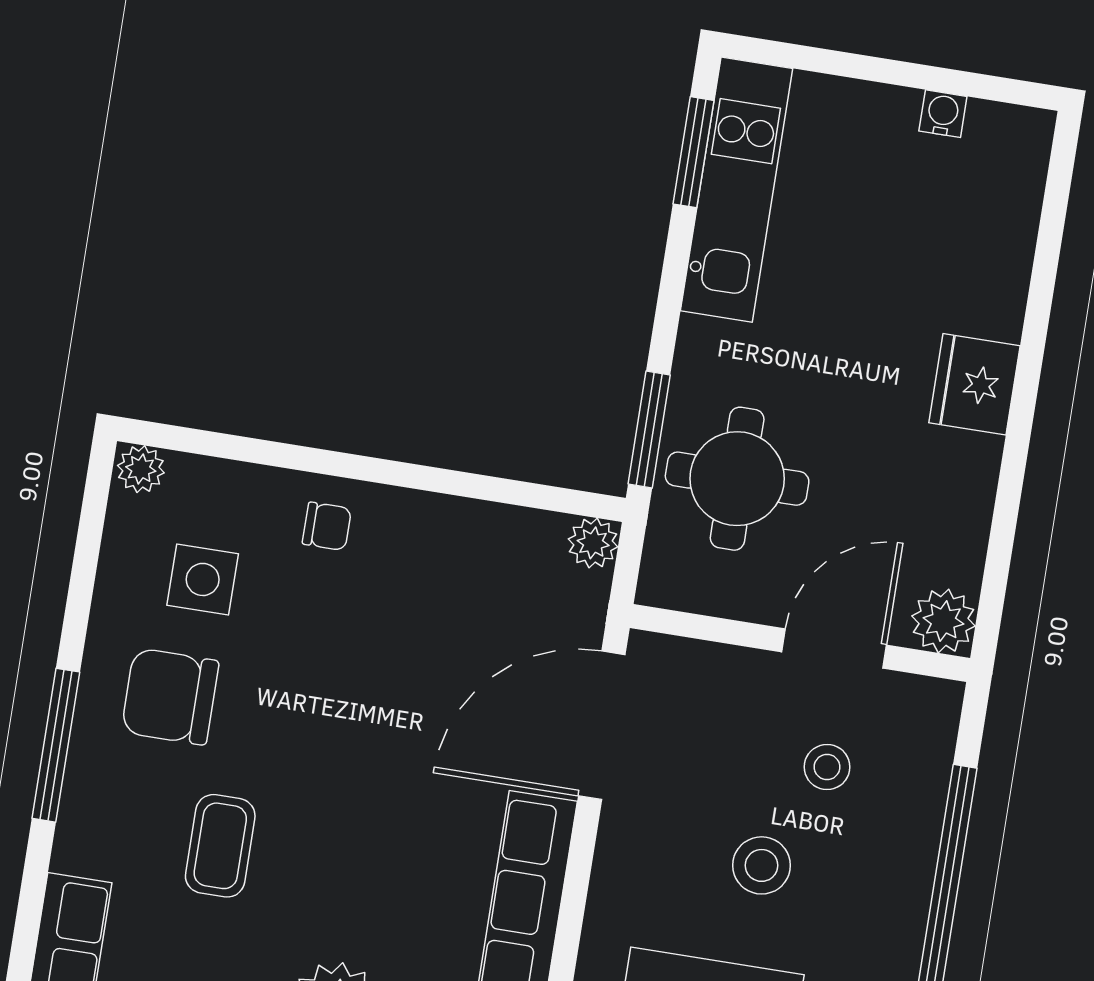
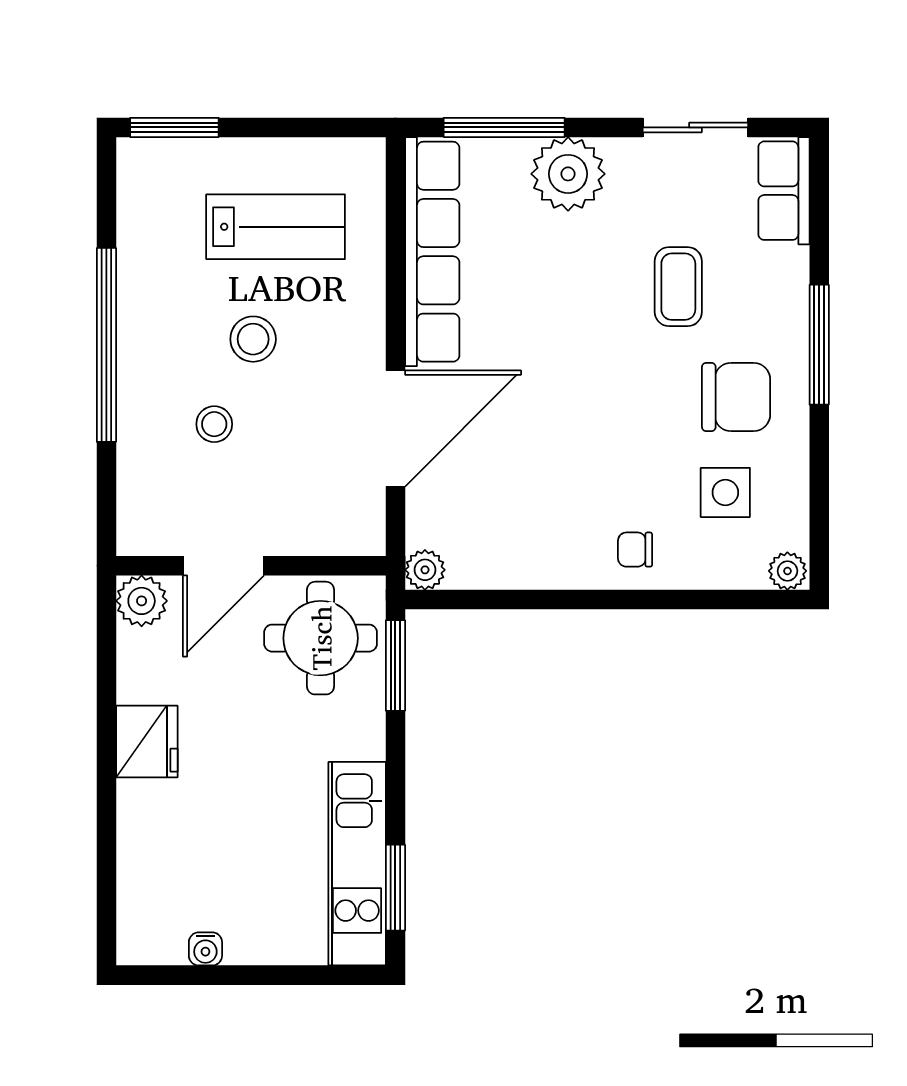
plant: (943, 621) -> (142, 601), moved
wall: (800, 643) -> (251, 566), moved
door: (834, 648) -> (223, 566), moved

